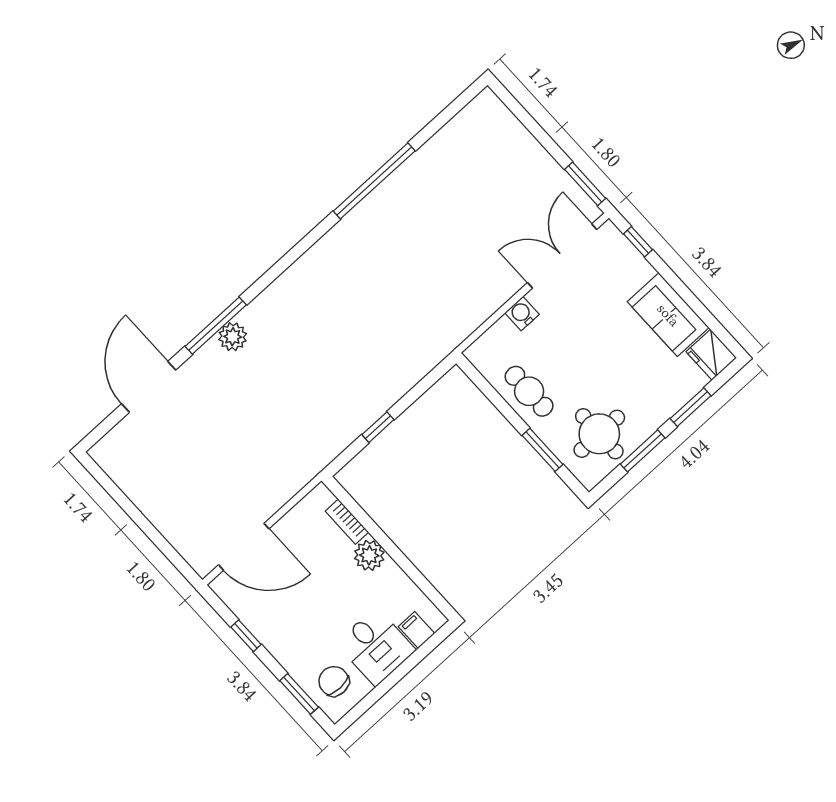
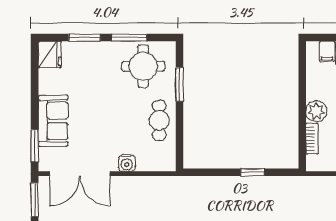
window: (638, 242) -> (35, 146), width x1.50
sofa: (668, 315) -> (53, 121), moved

